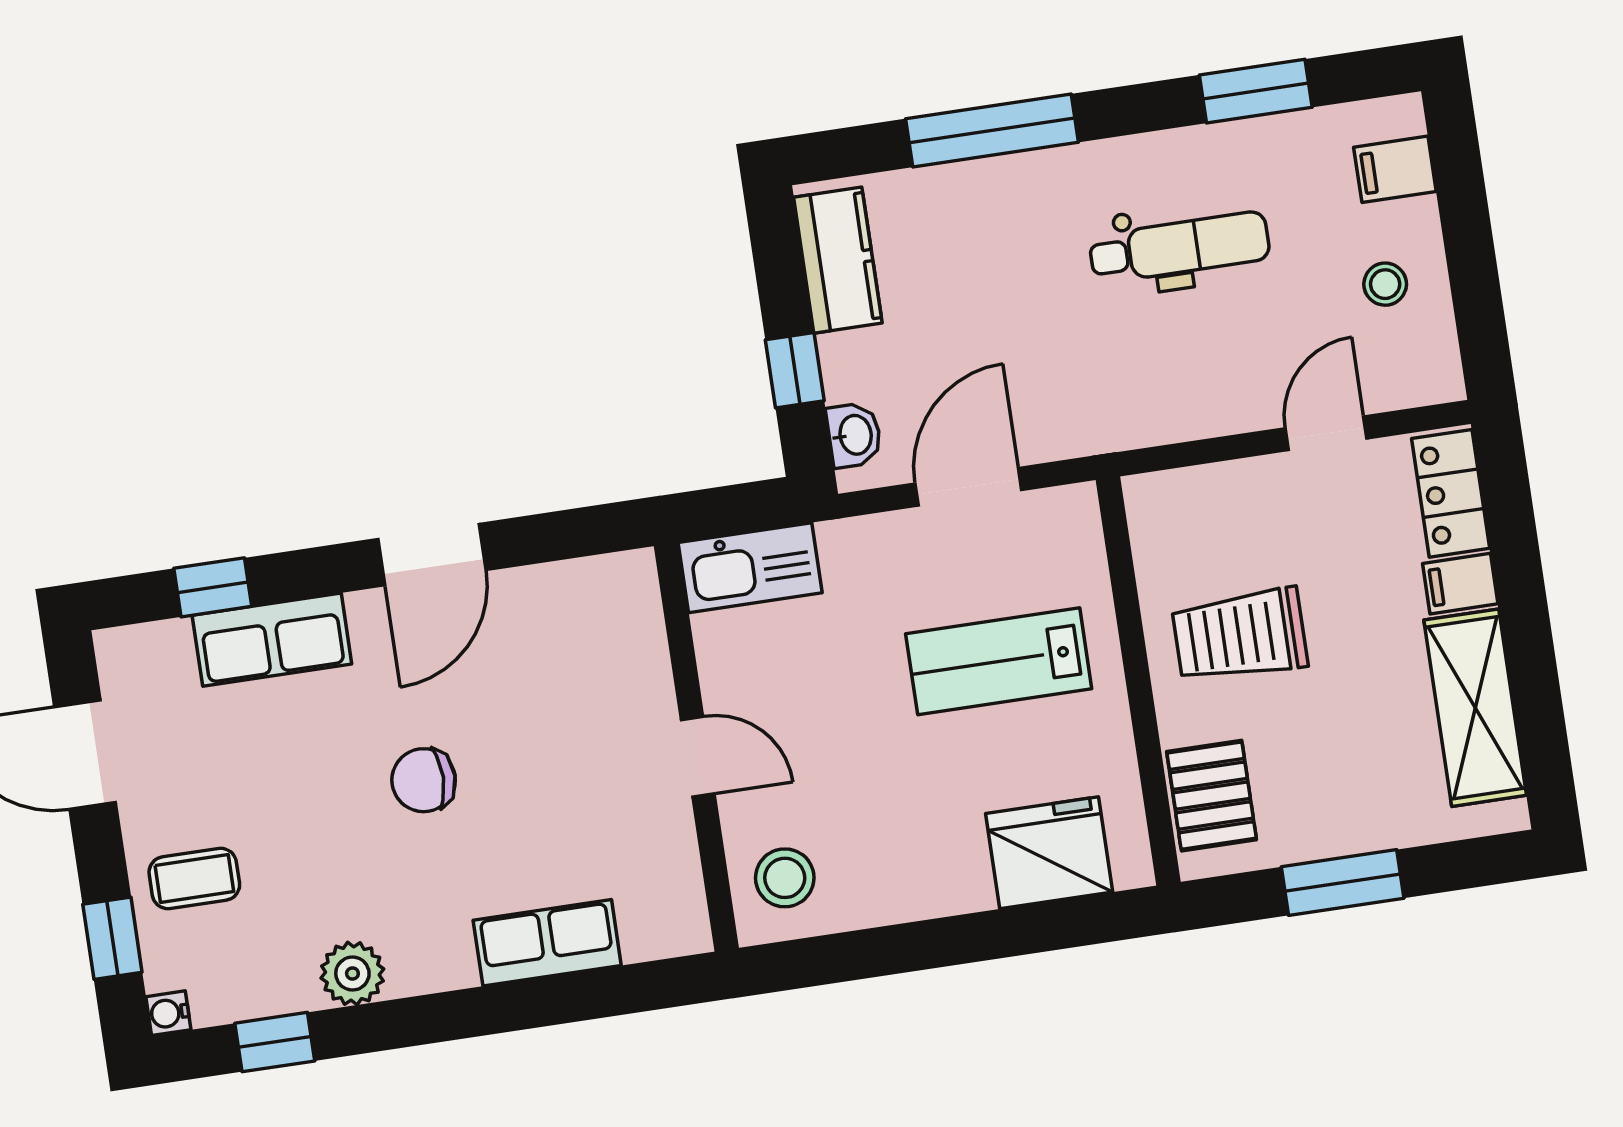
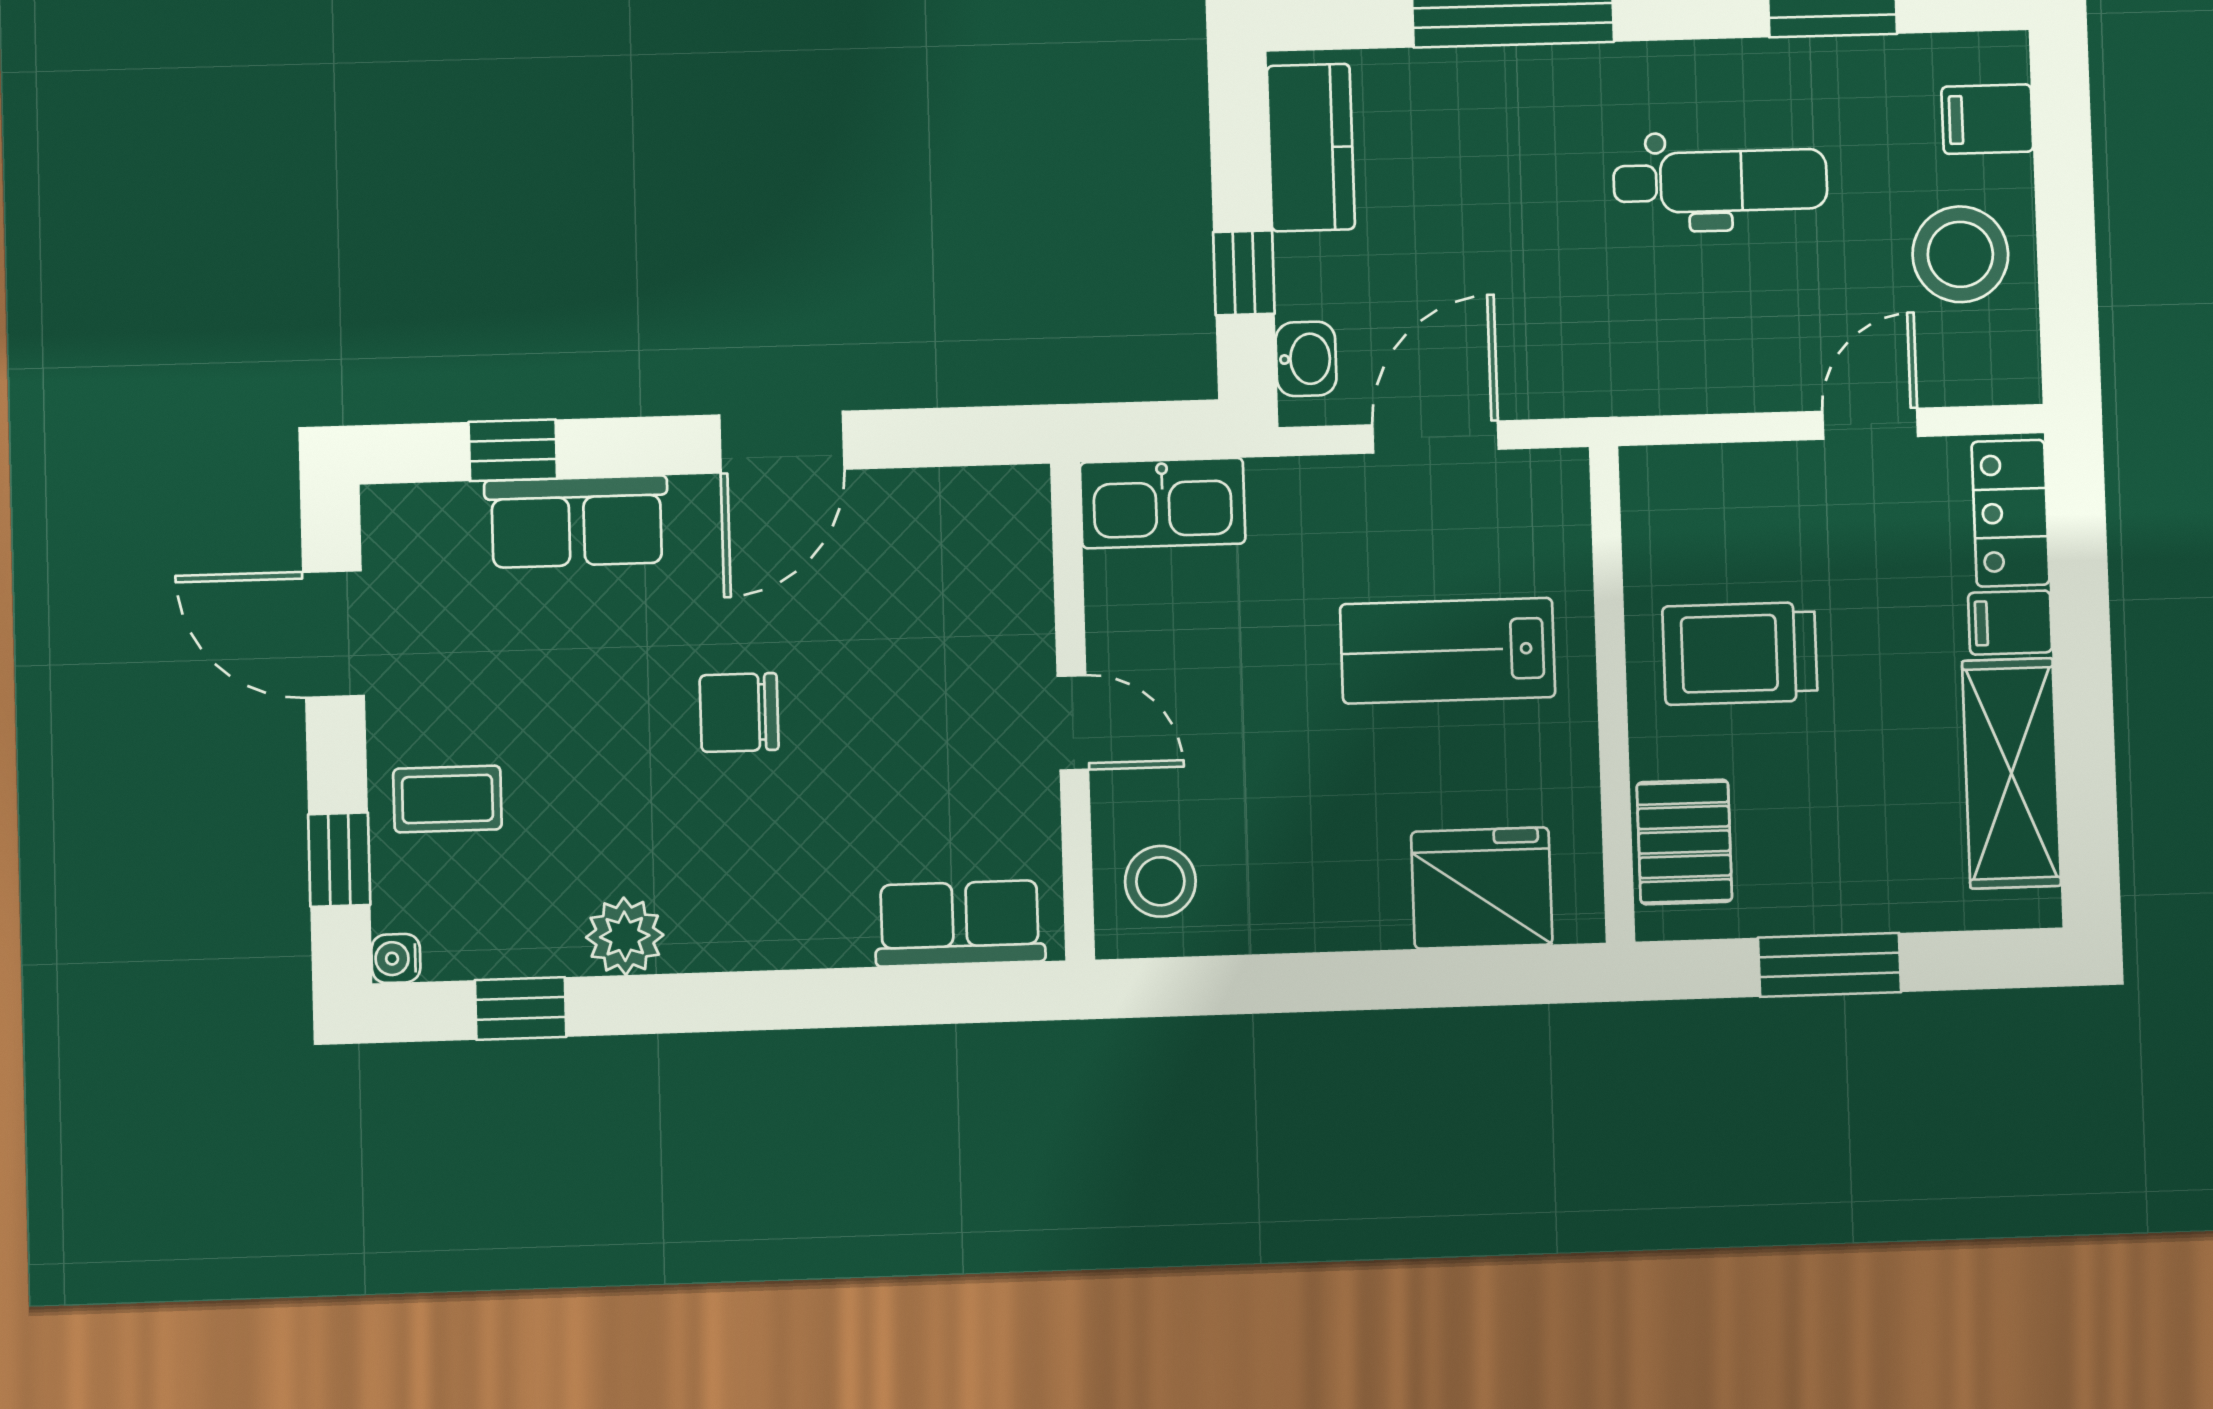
stool: (1385, 284) -> (1960, 254), width x1.89, depth x1.89
row of seats: (547, 943) -> (960, 923), moved

